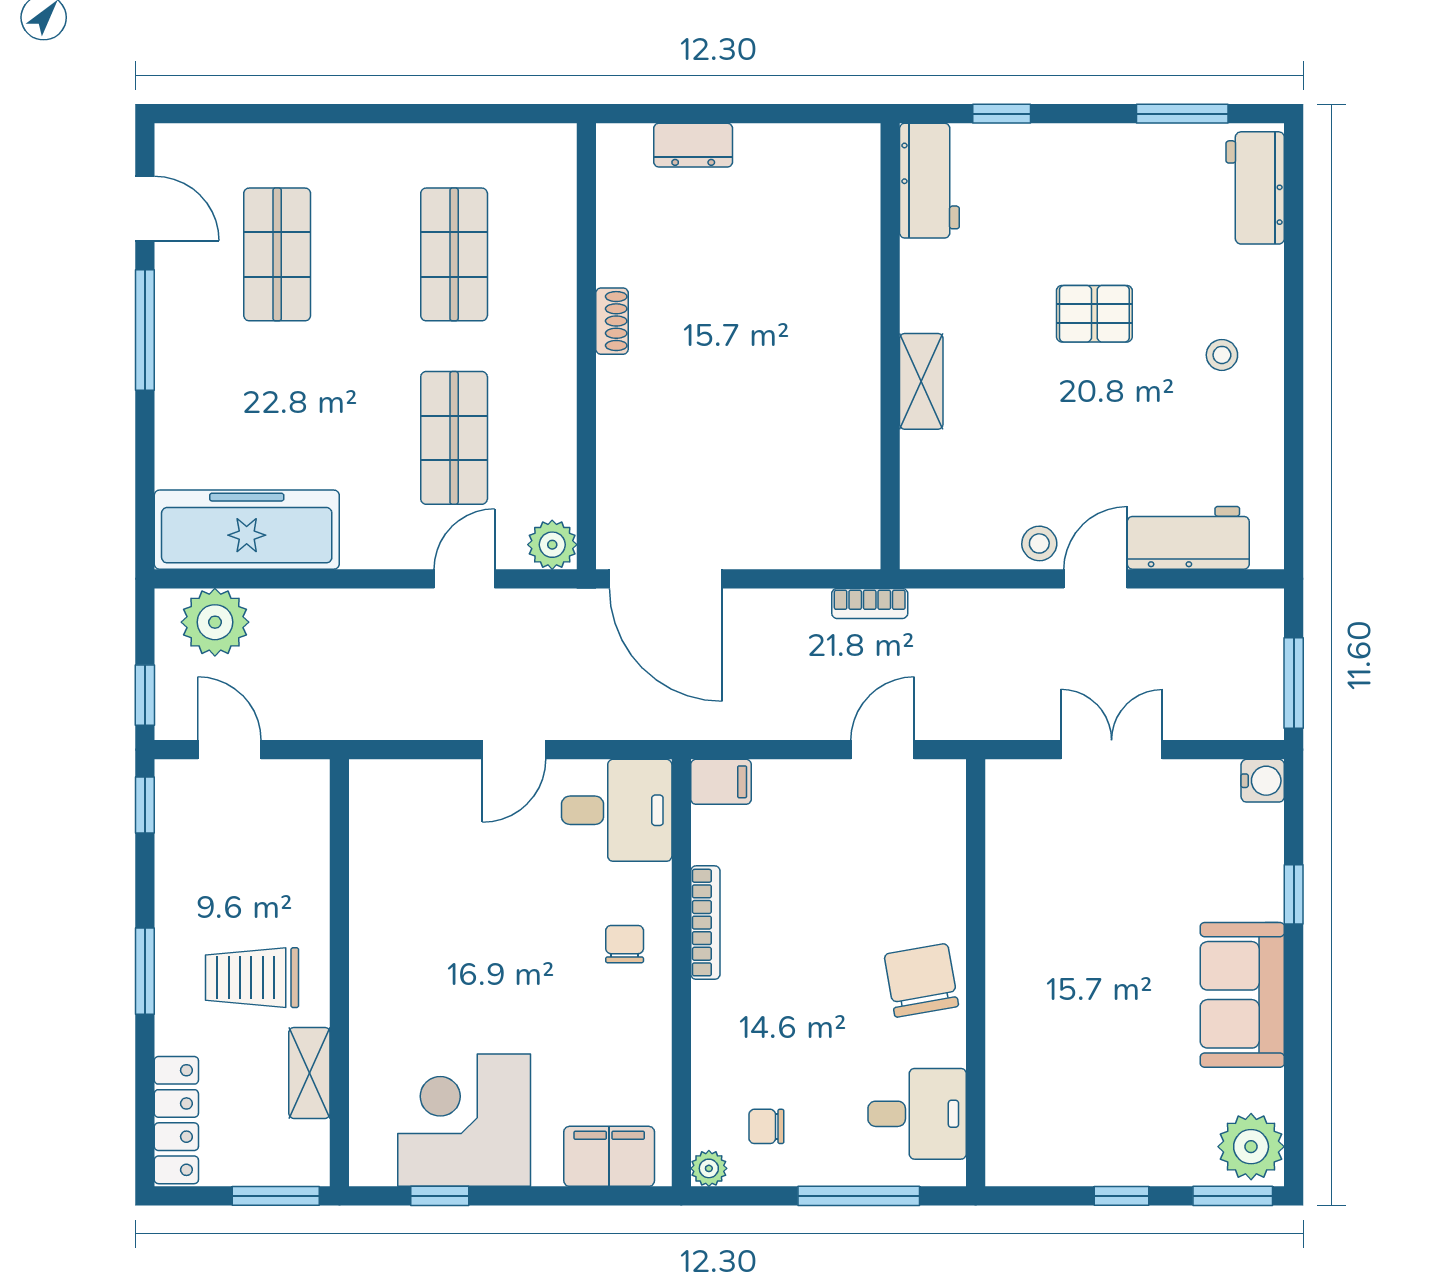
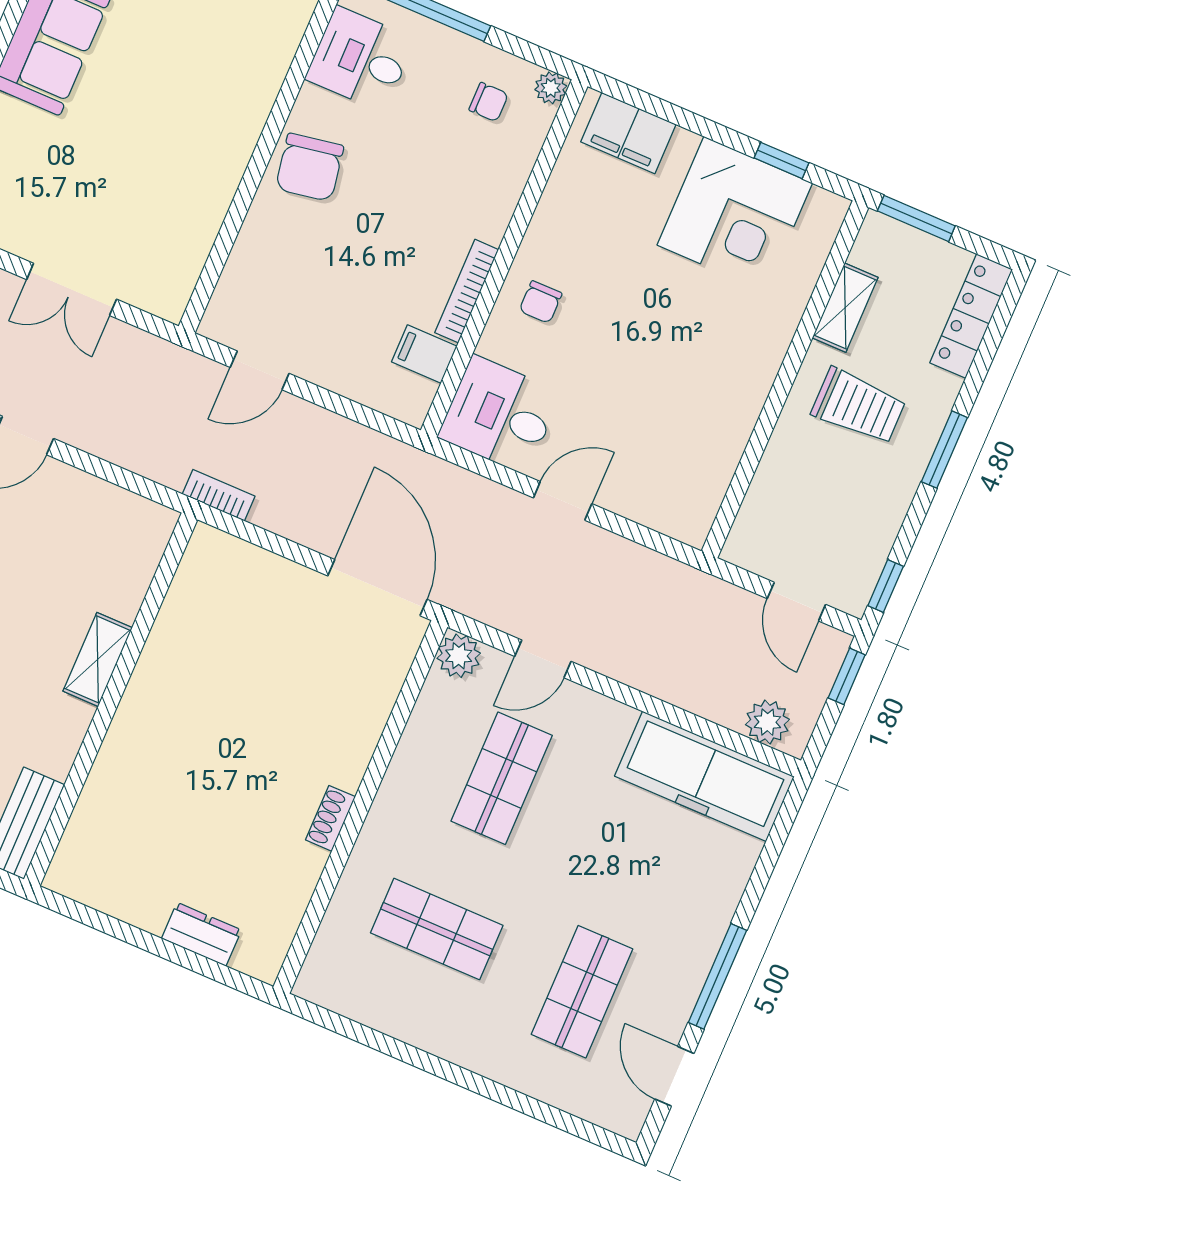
shop shelf: (454, 254) -> (437, 929), turned 90
stool: (1039, 543) -> (58, 484), removed
plant: (215, 622) -> (767, 722), width x0.73, depth x0.73
filing cabinet: (721, 782) -> (424, 354), moved

